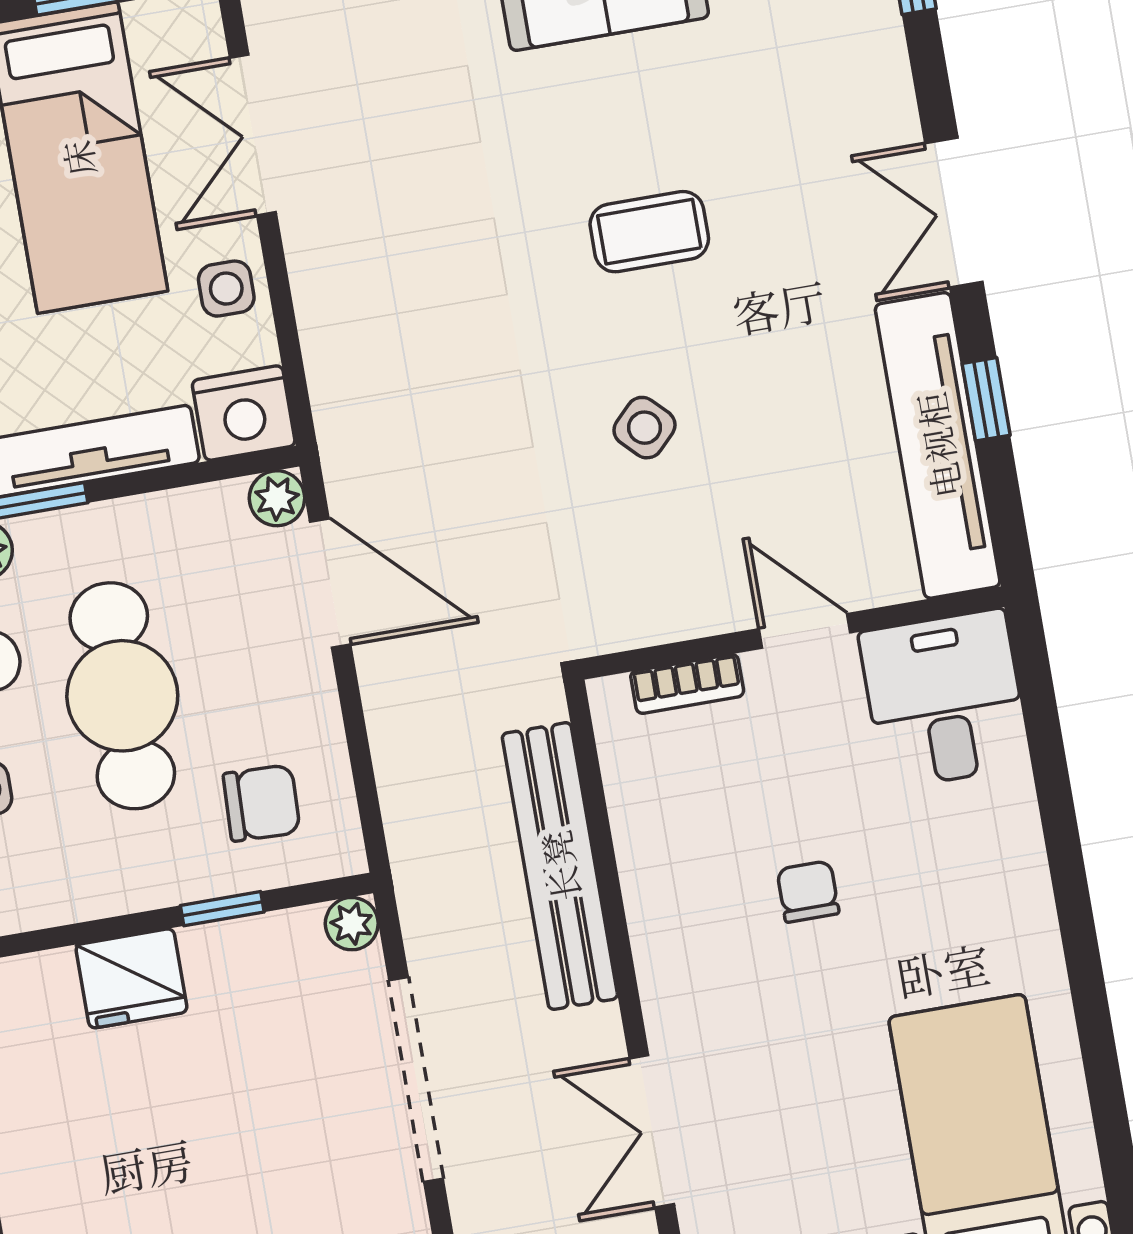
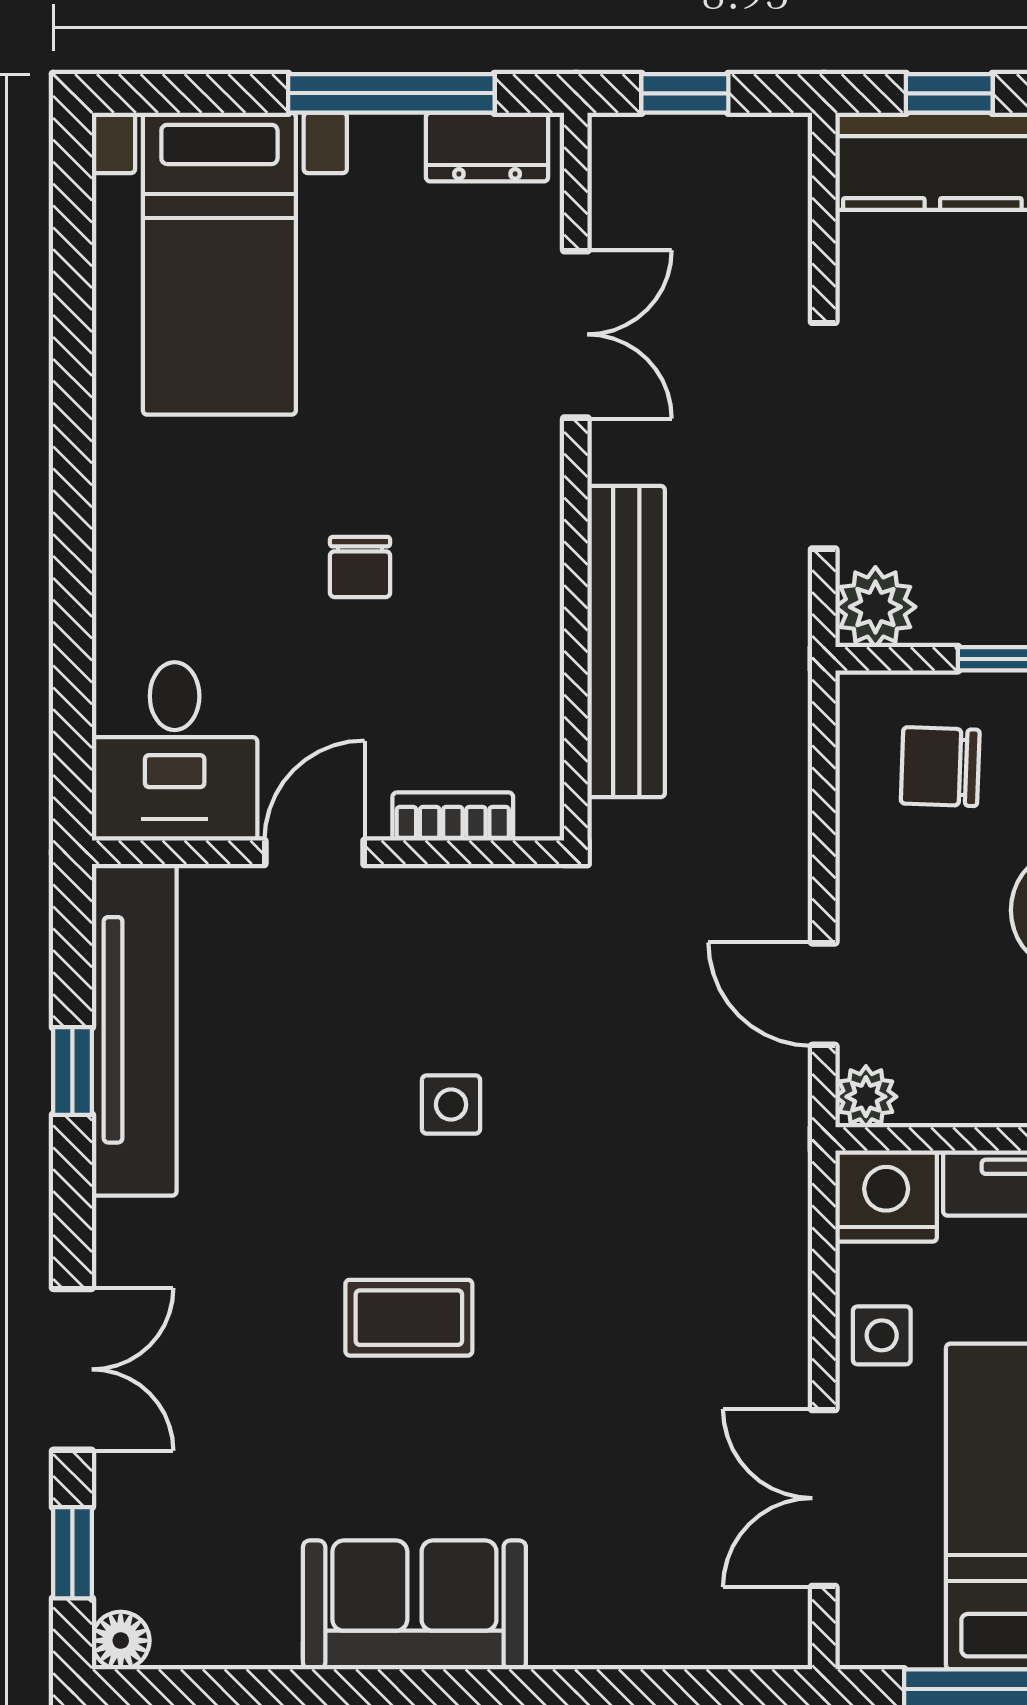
double door: (253, 135) -> (824, 1498), swing flipped
double door: (954, 213) -> (72, 1369), moved
side table: (645, 428) -> (451, 1105), turned 45
door: (330, 583) -> (824, 994), width x0.73
door: (805, 631) -> (314, 852), swing flipped
plant: (352, 924) -> (875, 607), width x1.38, depth x1.38

